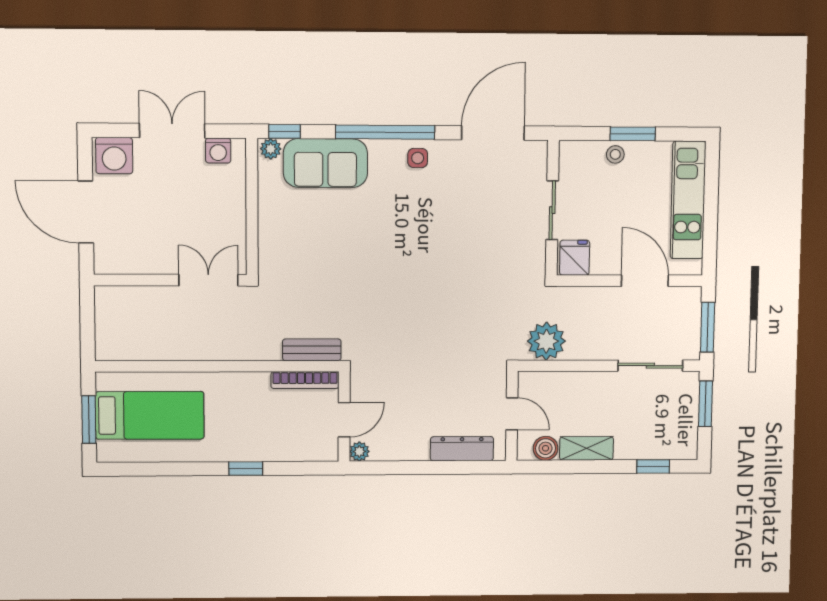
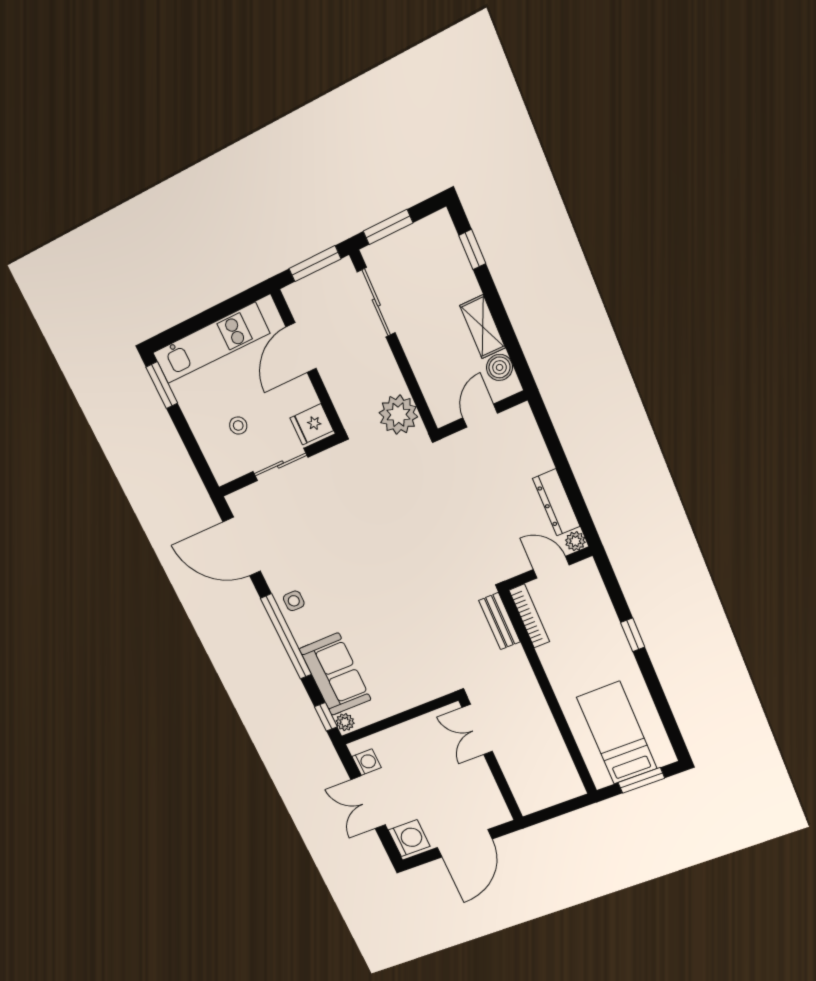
window: (633, 134) -> (162, 385), moved
stool: (615, 154) -> (238, 426), moved
dresser: (462, 449) -> (556, 502), moved

